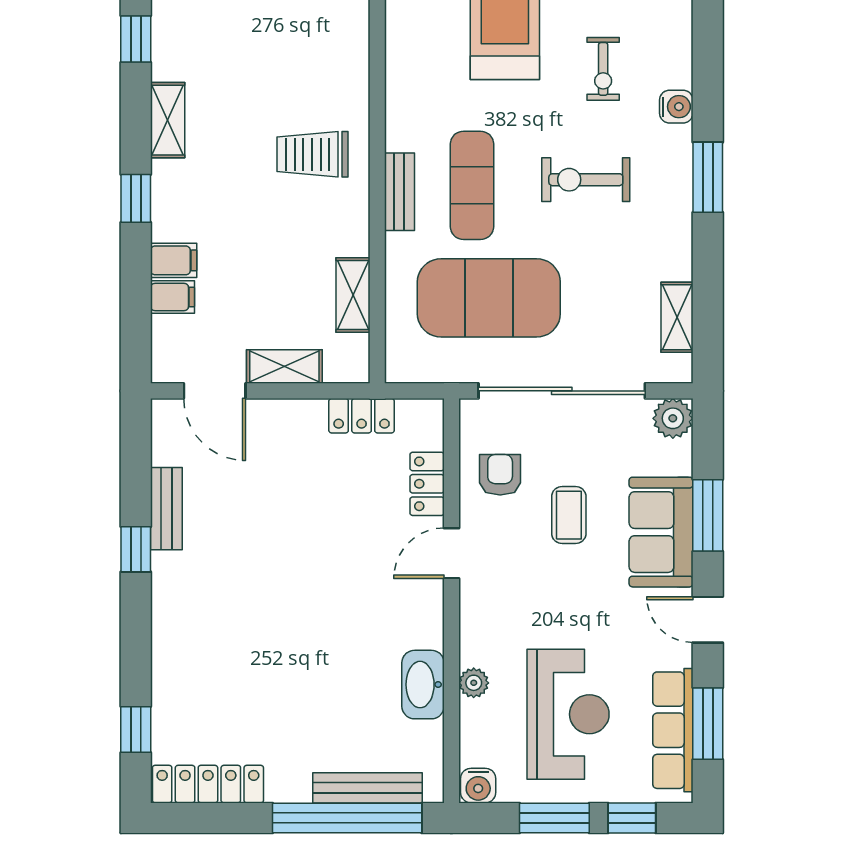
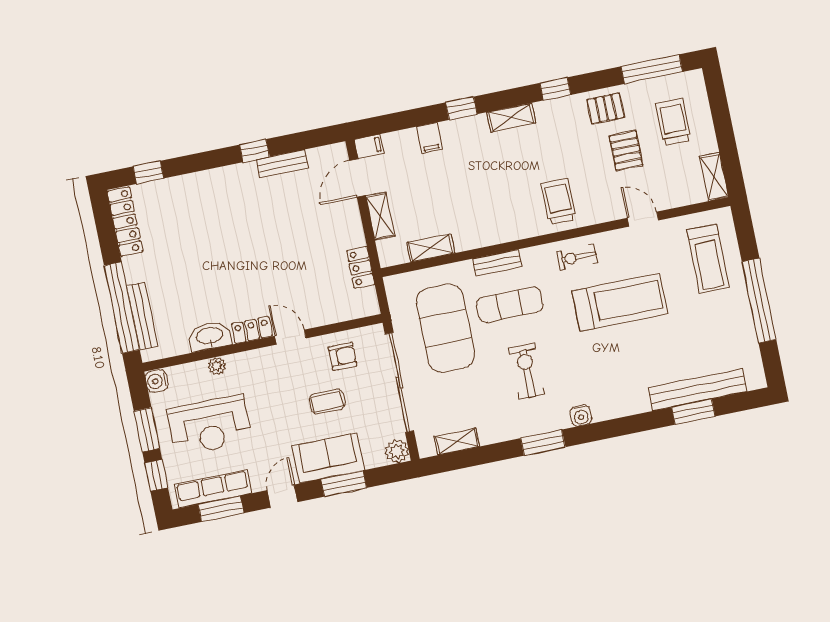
exercise bike: (603, 69) -> (577, 257), moved
trolley: (312, 154) -> (558, 201), moved
filing cabinet: (173, 297) -> (369, 146), moved, turned -90
locker: (427, 484) -> (252, 330), moved

